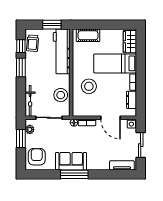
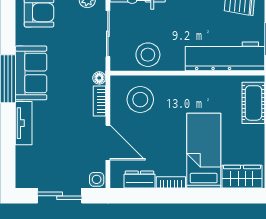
stool: (89, 86) -> (140, 100), moved
door: (111, 118) -> (108, 143), swing flipped
tv unit: (122, 165) -> (24, 123), moved

